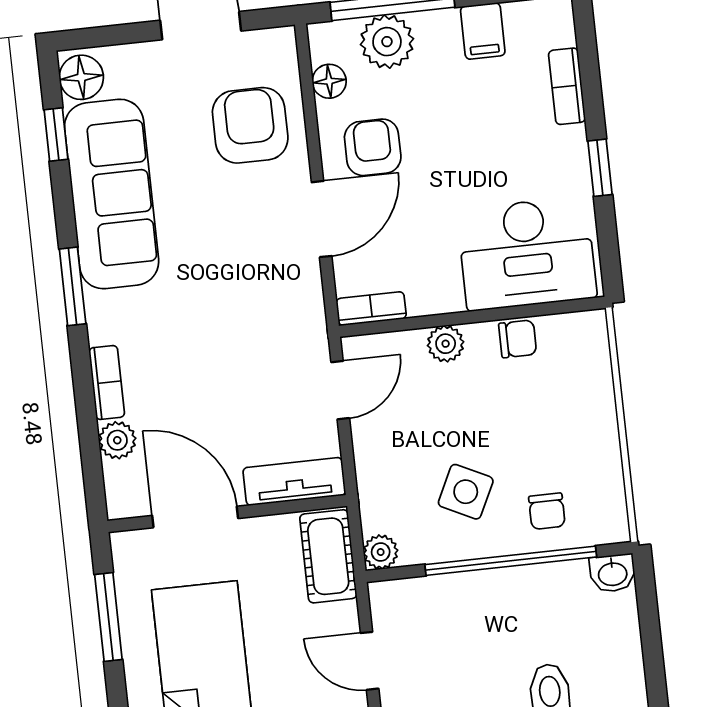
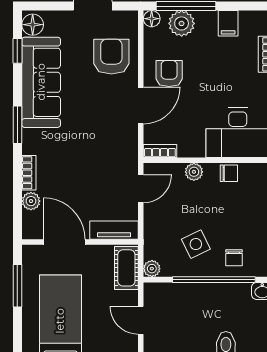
floor lamp: (329, 81) -> (152, 19), moved
side table: (466, 492) -> (196, 244), turned 38

